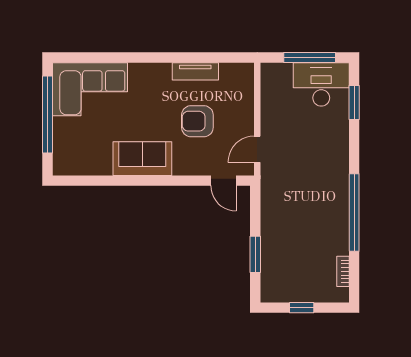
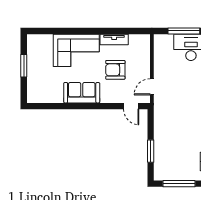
corner sofa: (90, 89) -> (76, 50), moved
window: (47, 114) -> (24, 66), width x0.47
window: (302, 308) -> (179, 184), width x2.17

